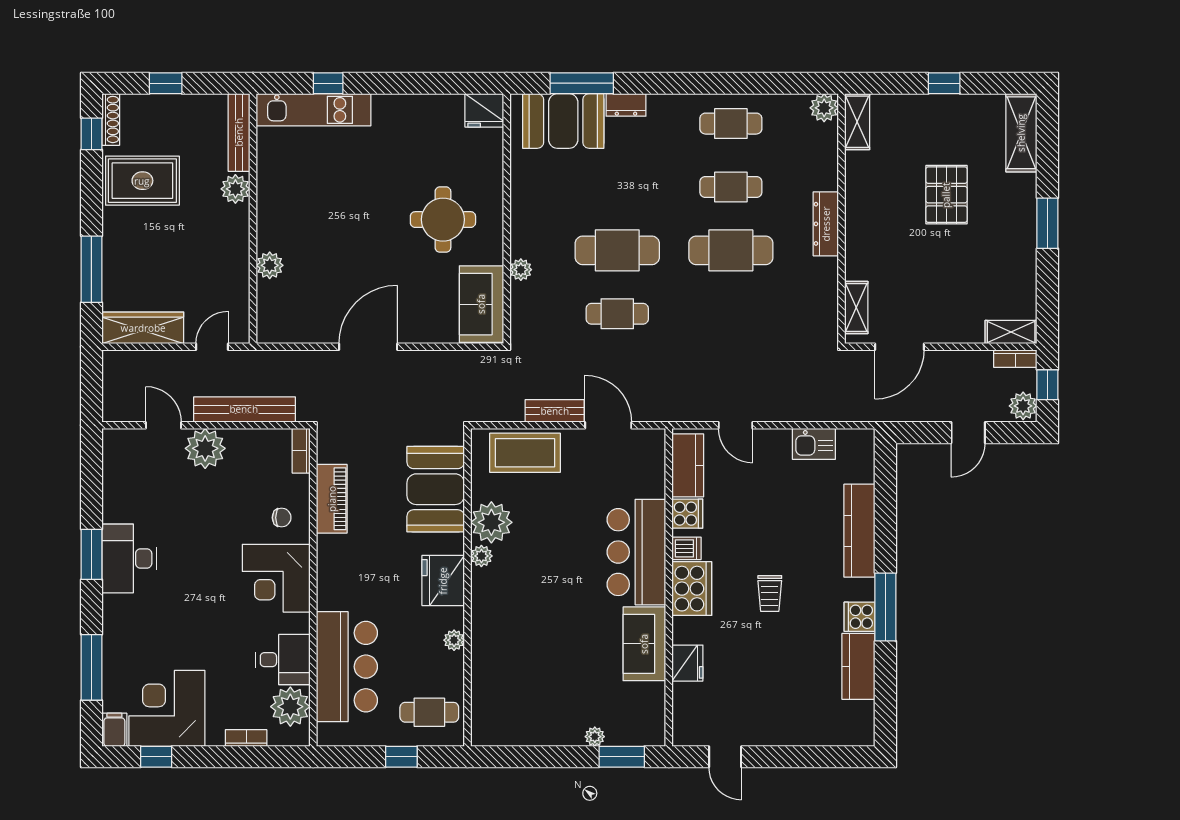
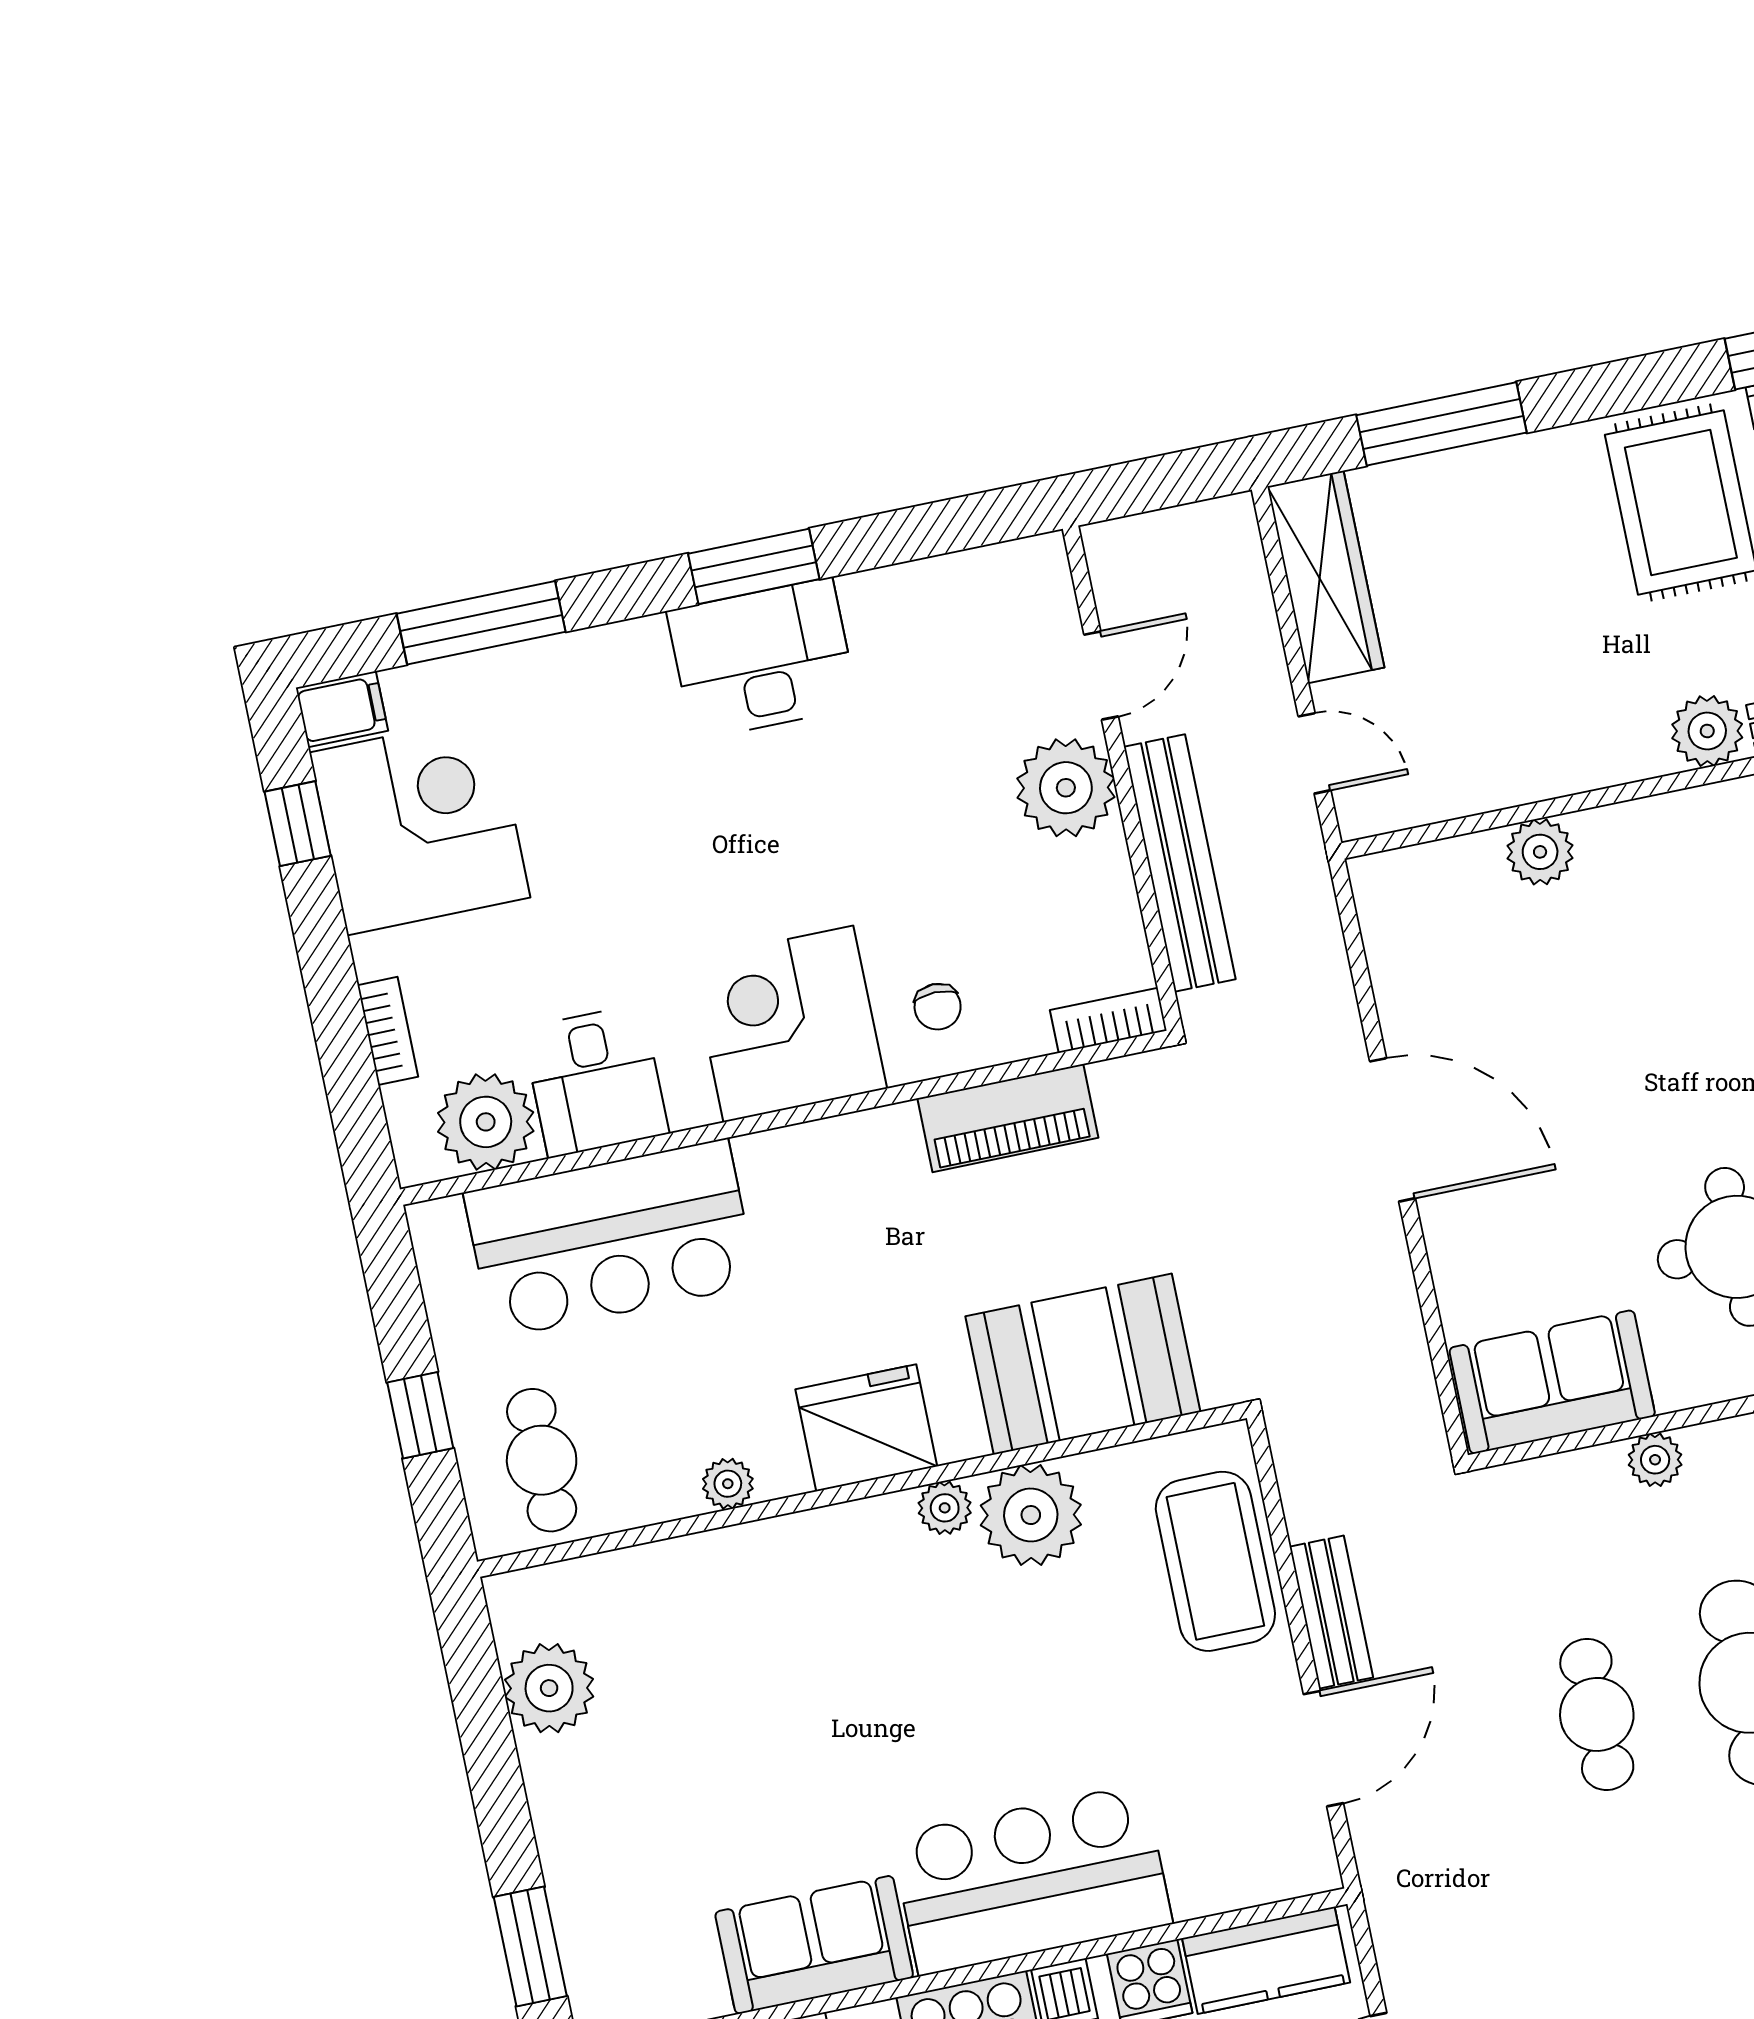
plant: (595, 737) -> (549, 1688), moved, width x1.87, depth x1.87

